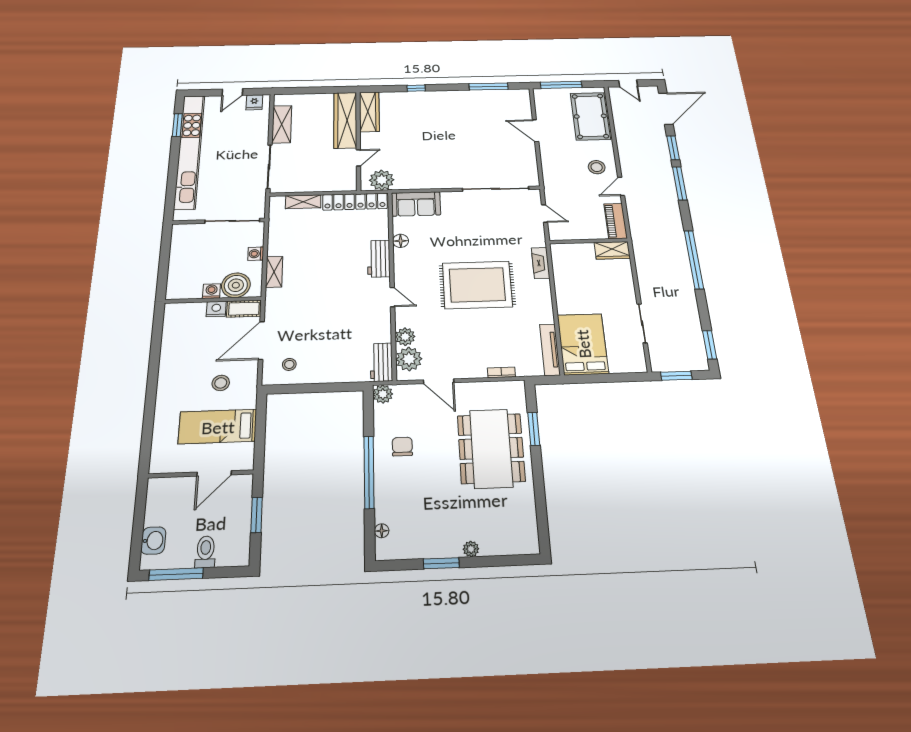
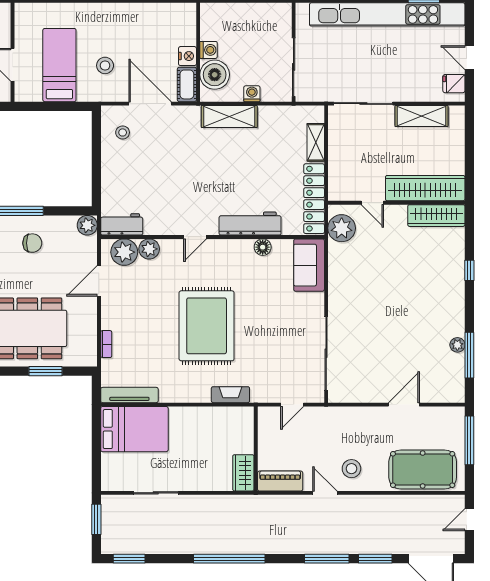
plant: (480, 95) -> (457, 345), added
workbench: (379, 259) -> (250, 224), width x1.38
shelving: (274, 272) -> (229, 117), width x1.50, depth x1.33

